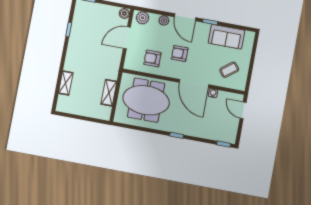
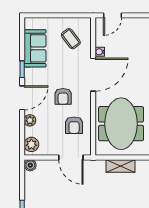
door: (127, 38) -> (71, 158), moved

